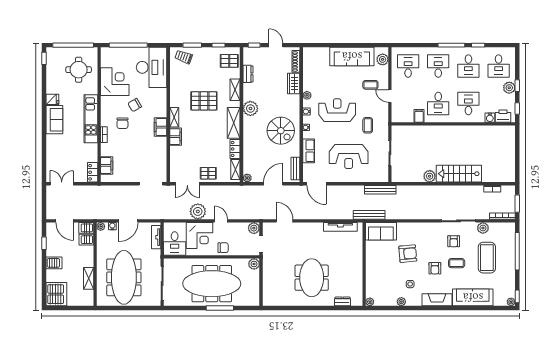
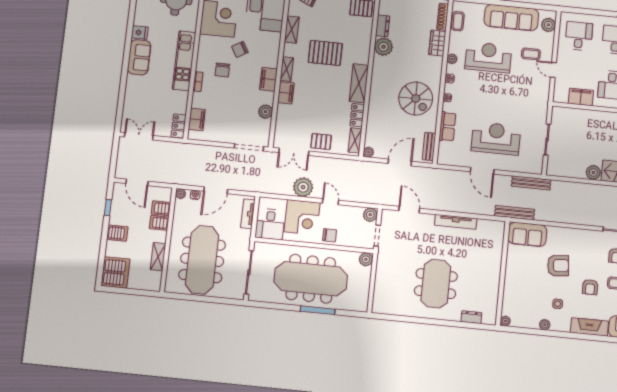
shelving: (235, 90) -> (292, 30), moved
plant: (250, 108) -> (383, 47), moved
reception desk: (337, 110) -> (488, 57), moved
filing cabinet: (419, 116) -> (581, 97), width x2.00
coffee table: (368, 125) -> (458, 21), moved
plant: (161, 154) -> (265, 112), added
reception desk: (349, 157) -> (496, 138), turned 180
door: (317, 184) -> (482, 171), moved
tv unit: (340, 227) -> (456, 222), moved
server rack: (86, 228) -> (159, 223), moved

